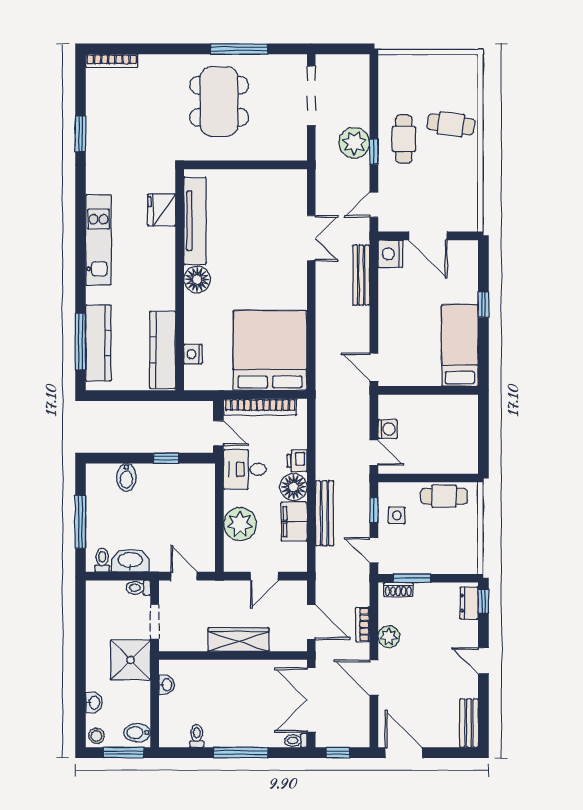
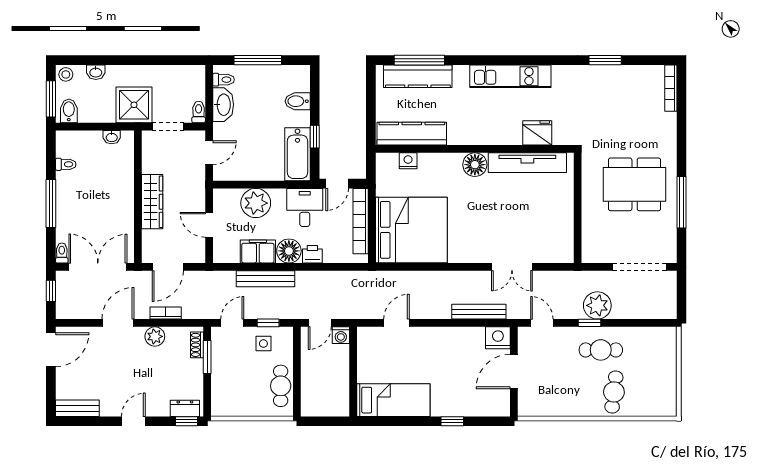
bed: (460, 345) -> (393, 400), moved
wall: (428, 390) -> (353, 372), moved
bathtub: (185, 477) -> (297, 154), added

